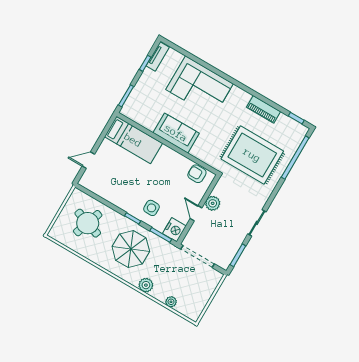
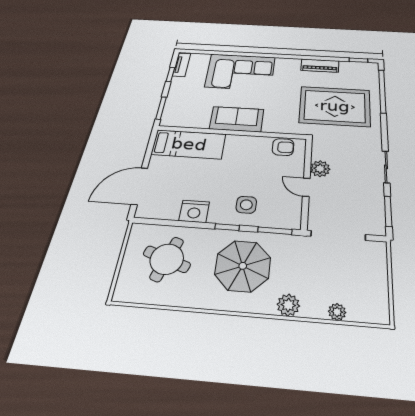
door: (88, 160) -> (139, 186), width x1.87
armchair: (197, 174) -> (283, 147), turned 180
nightstand: (174, 230) -> (194, 211), moved, turned 90

